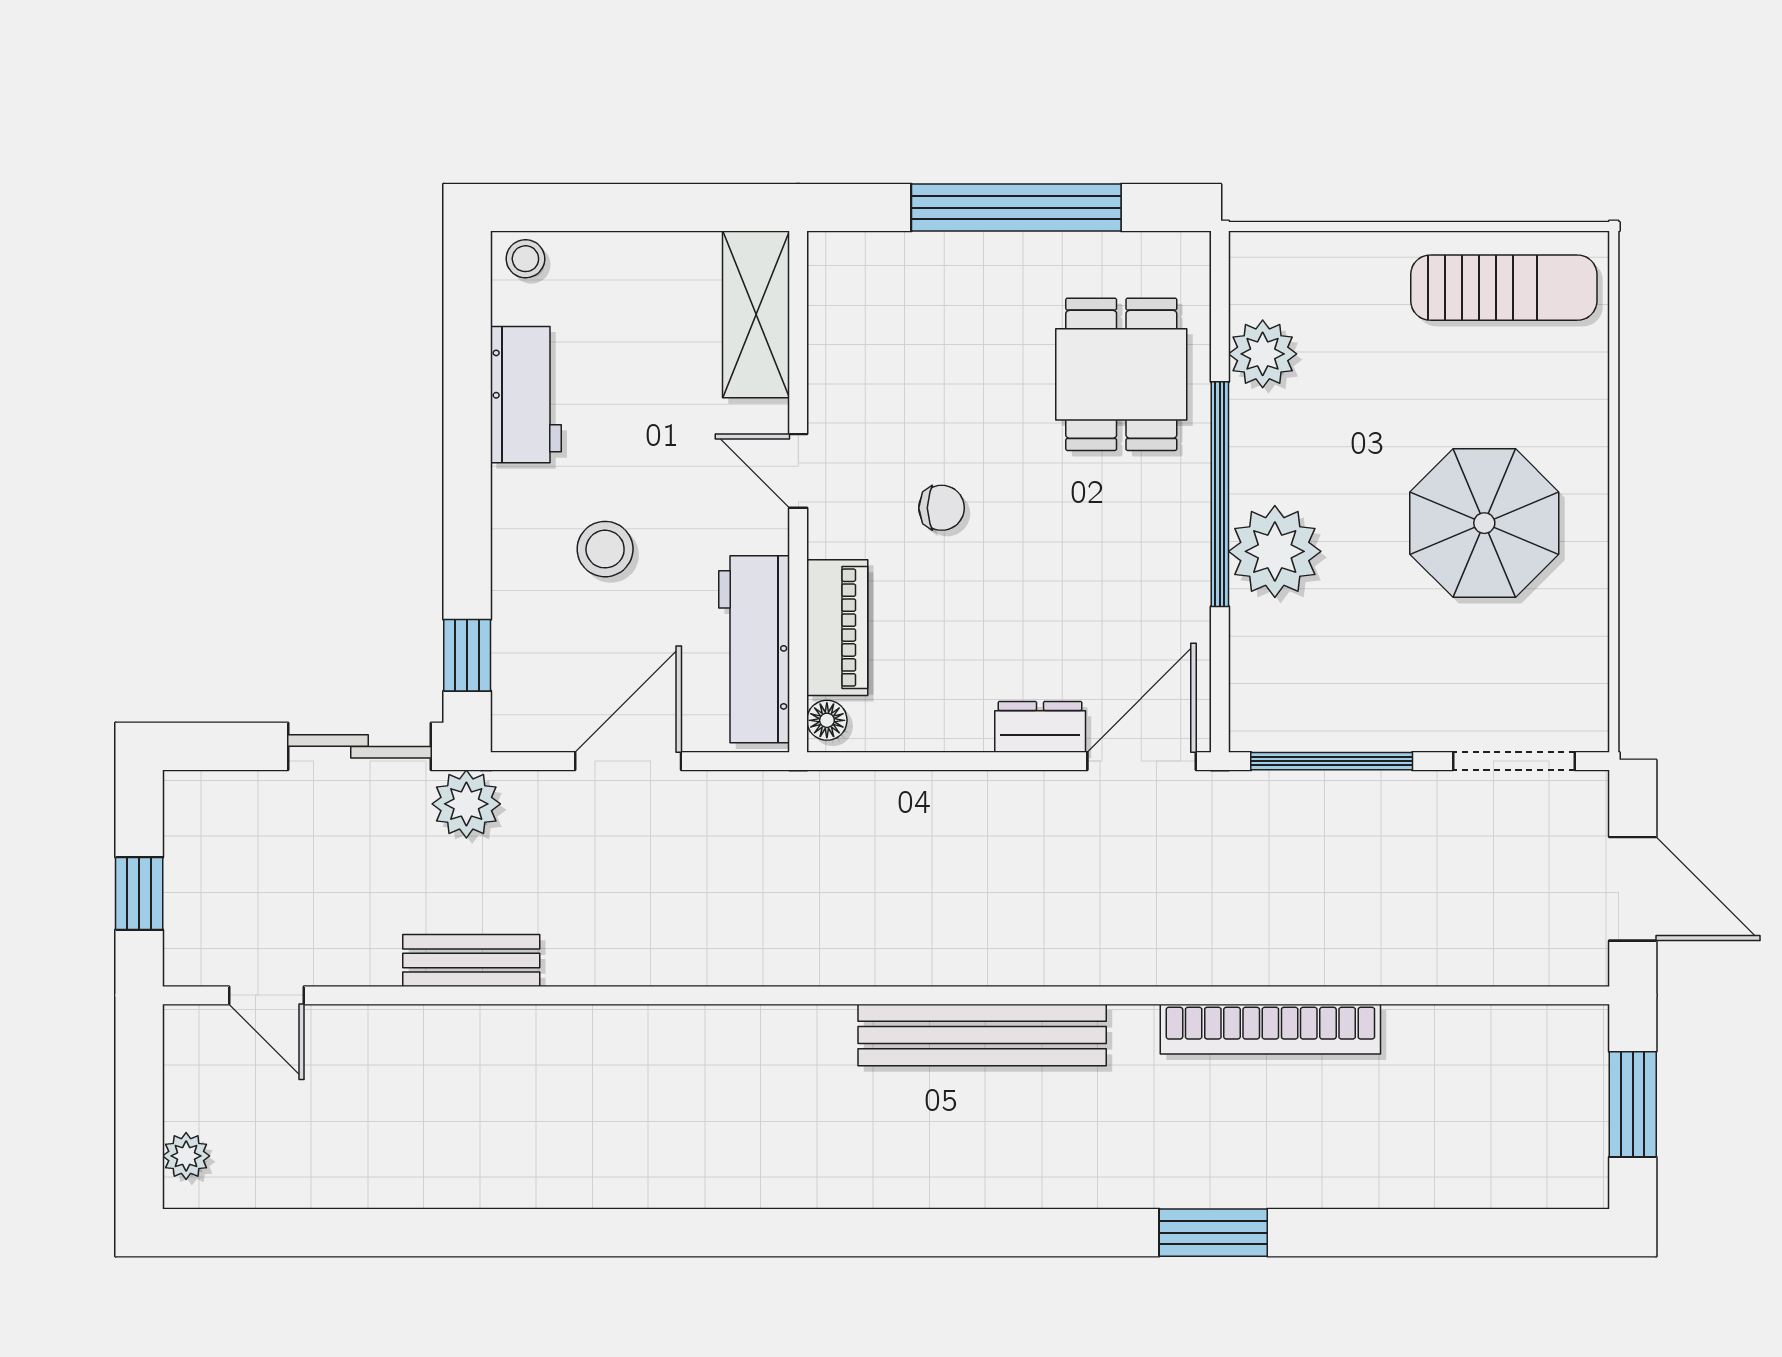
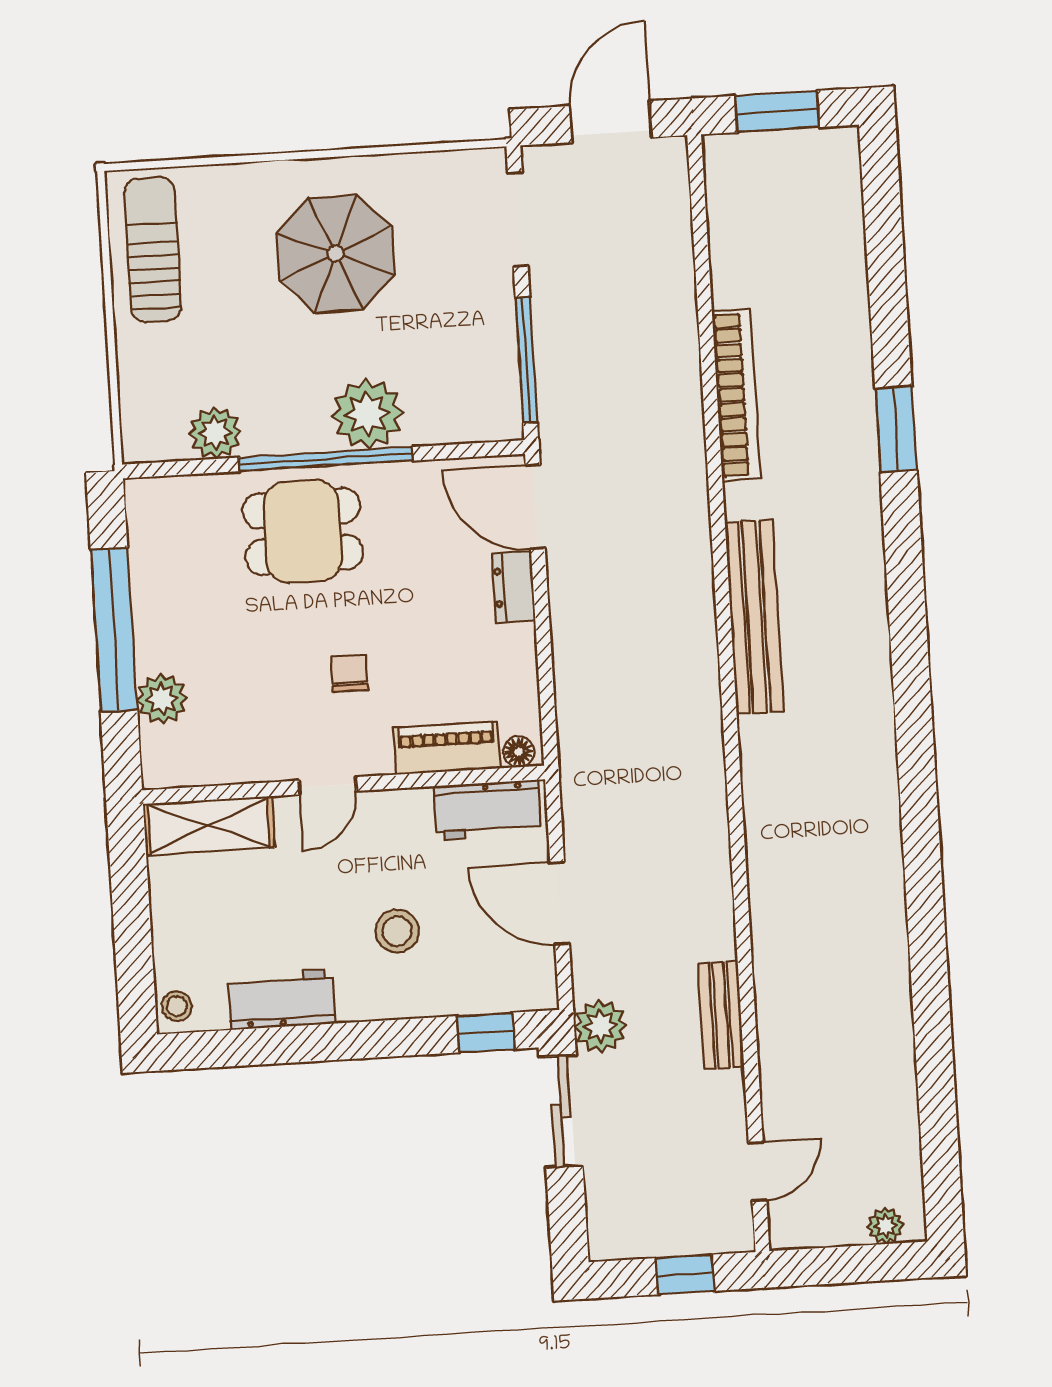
plant: (923, 264) -> (162, 699), added
dining table: (1121, 374) -> (303, 532), moved
workbench: (754, 649) -> (487, 810), width x0.73

